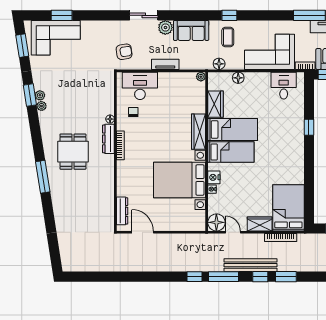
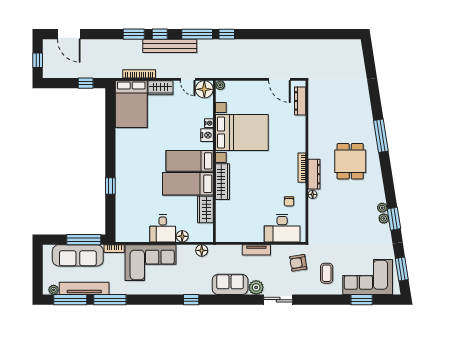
coffee table: (228, 37) -> (327, 273), moved
plant: (201, 77) -> (220, 85), moved
desk: (284, 86) -> (163, 228), moved

